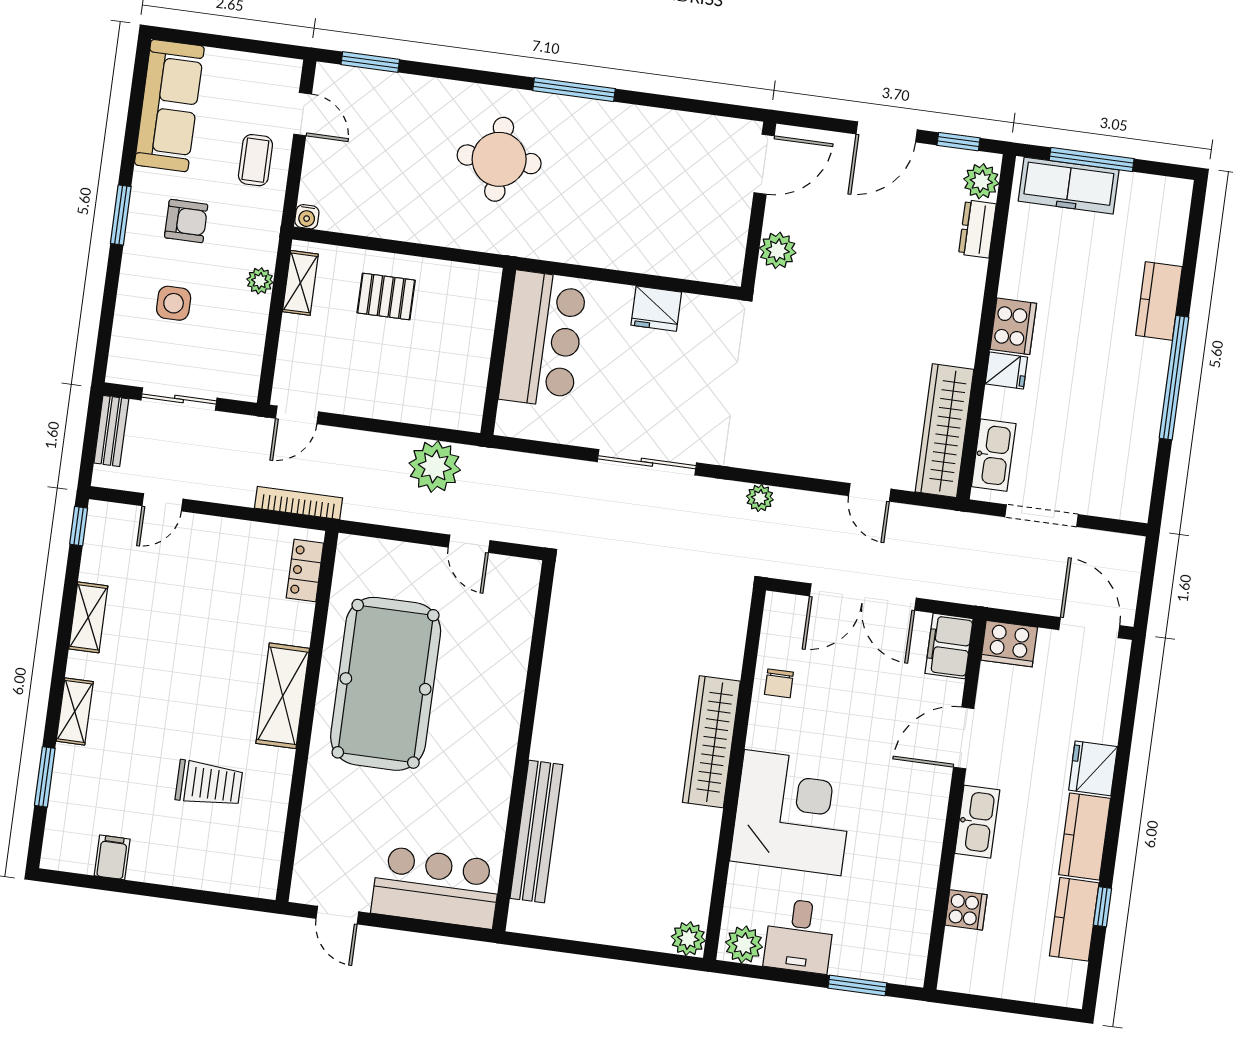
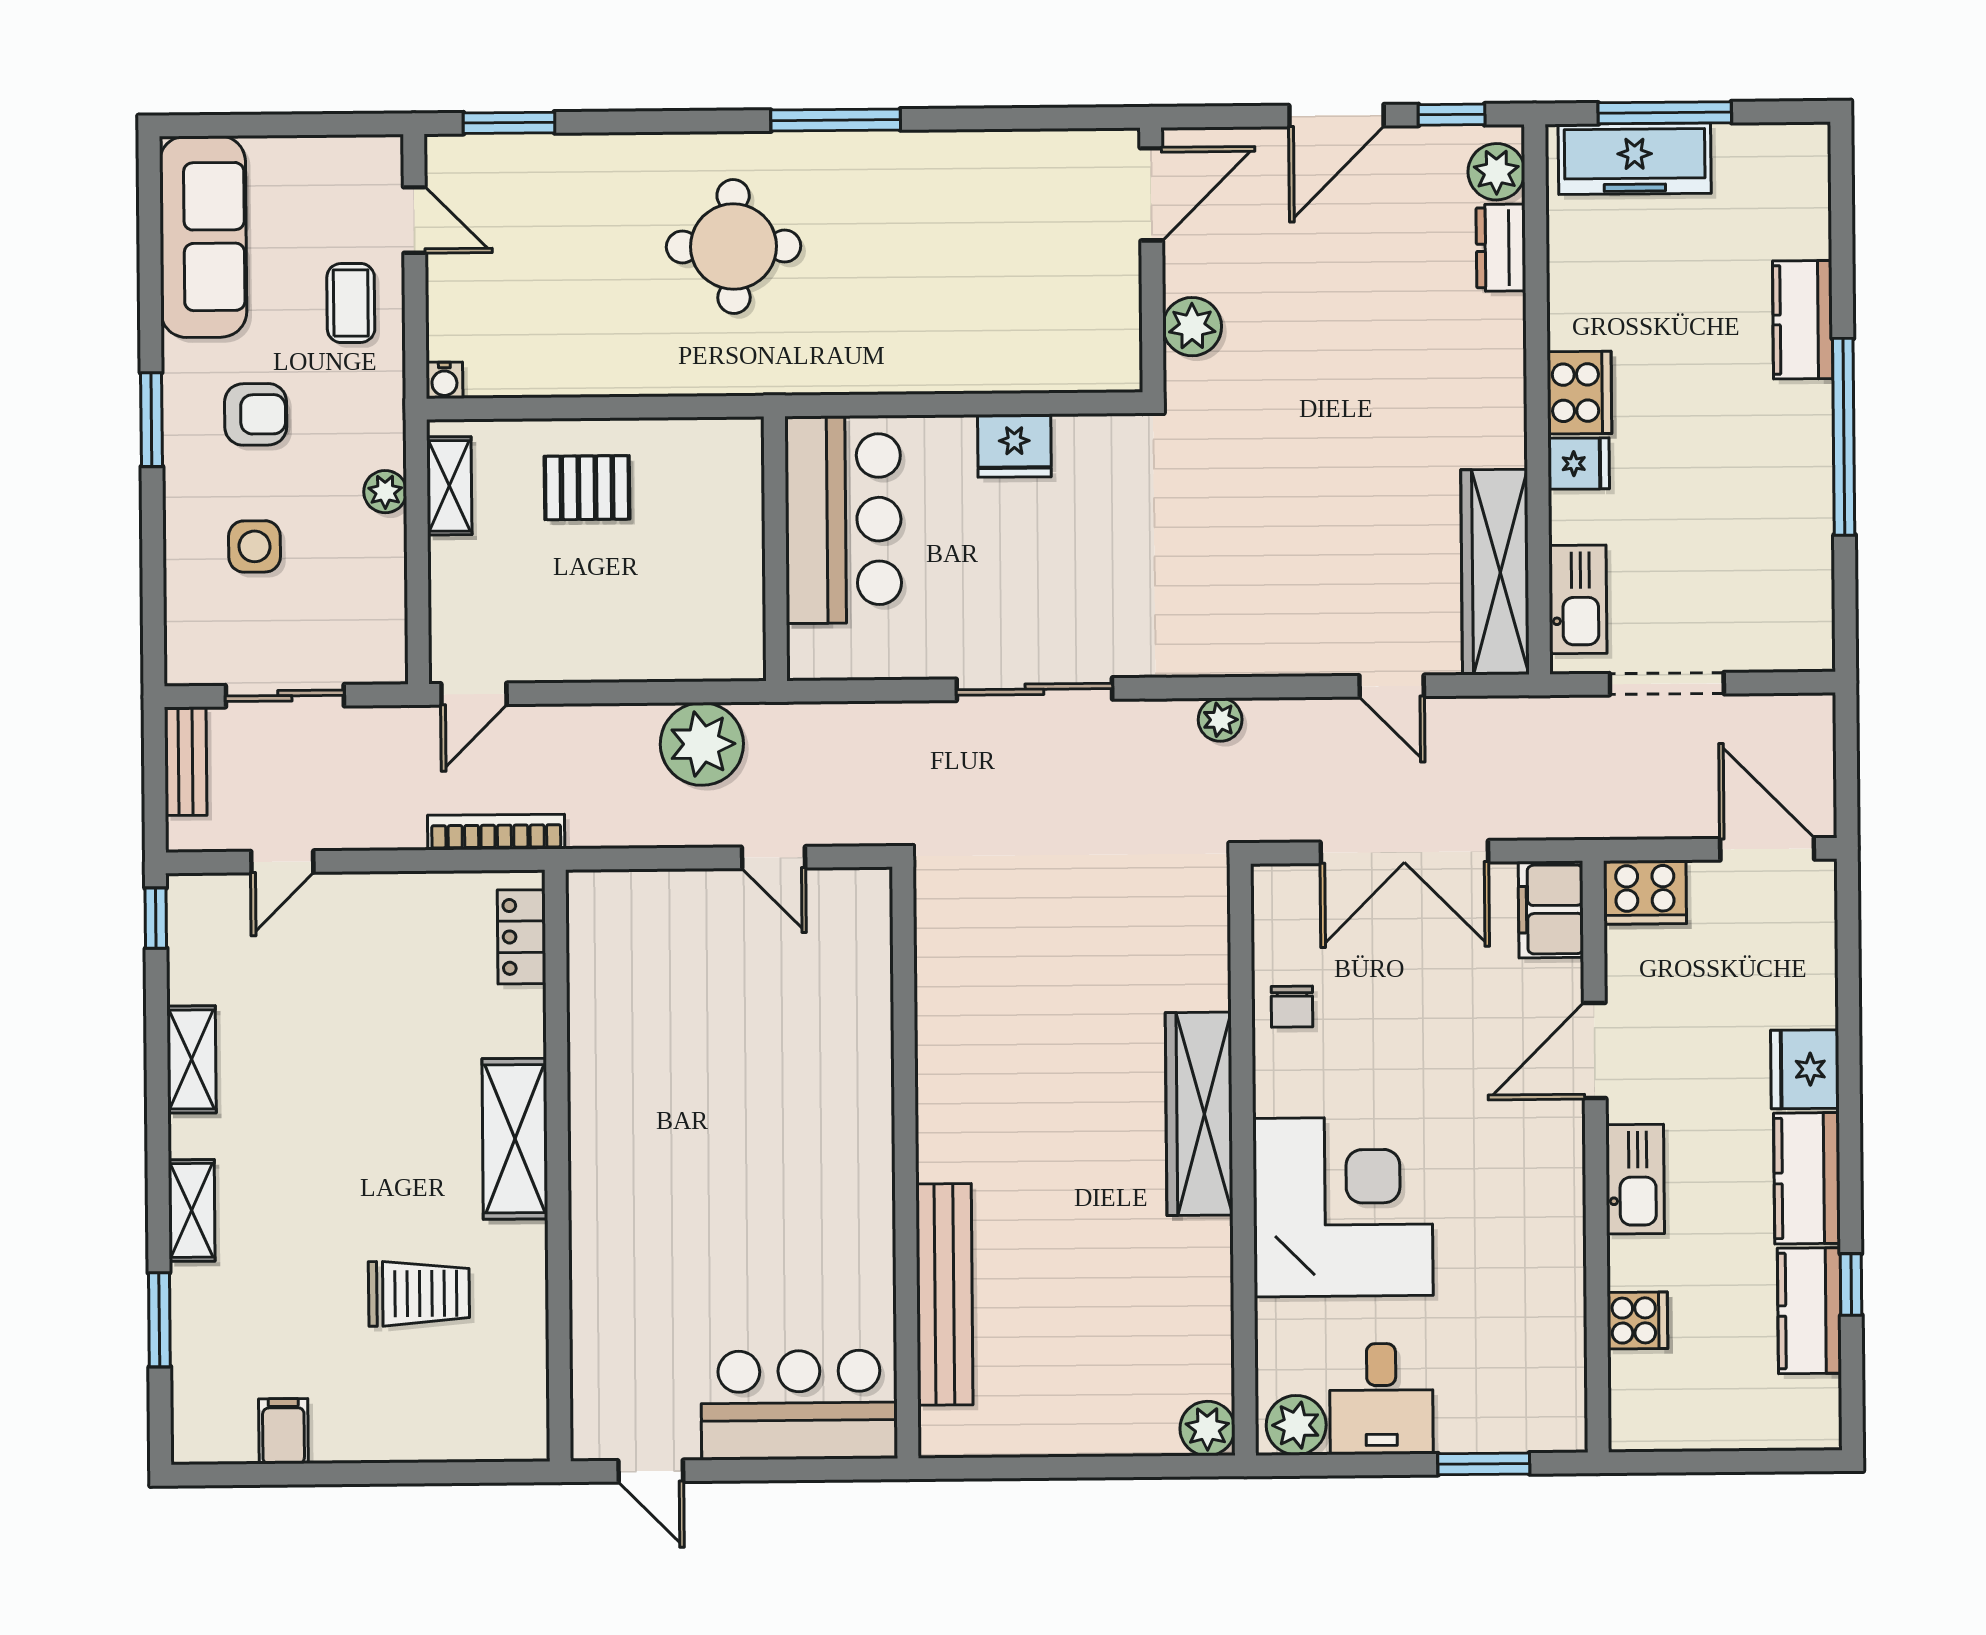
pool table: (386, 684) -> (674, 1097), removed

